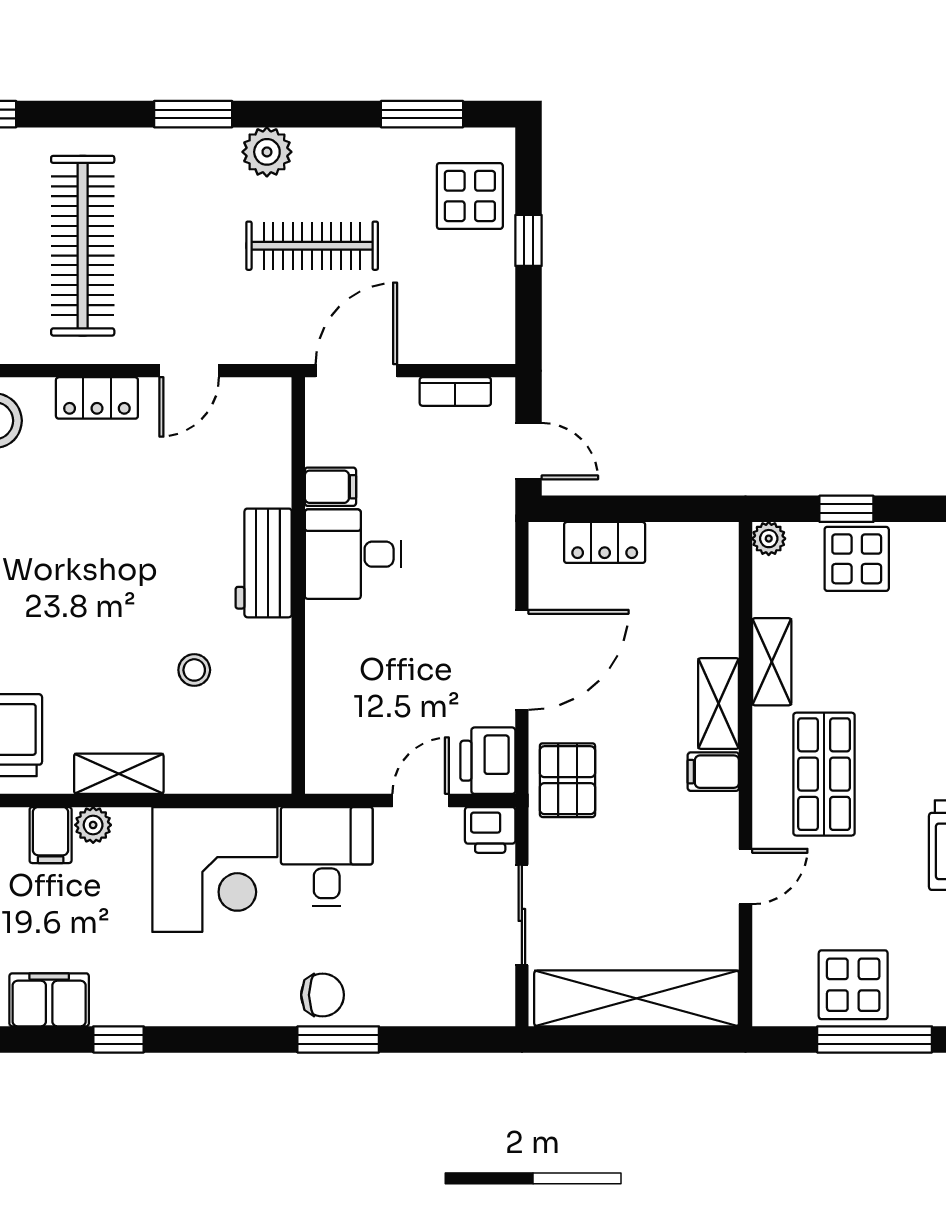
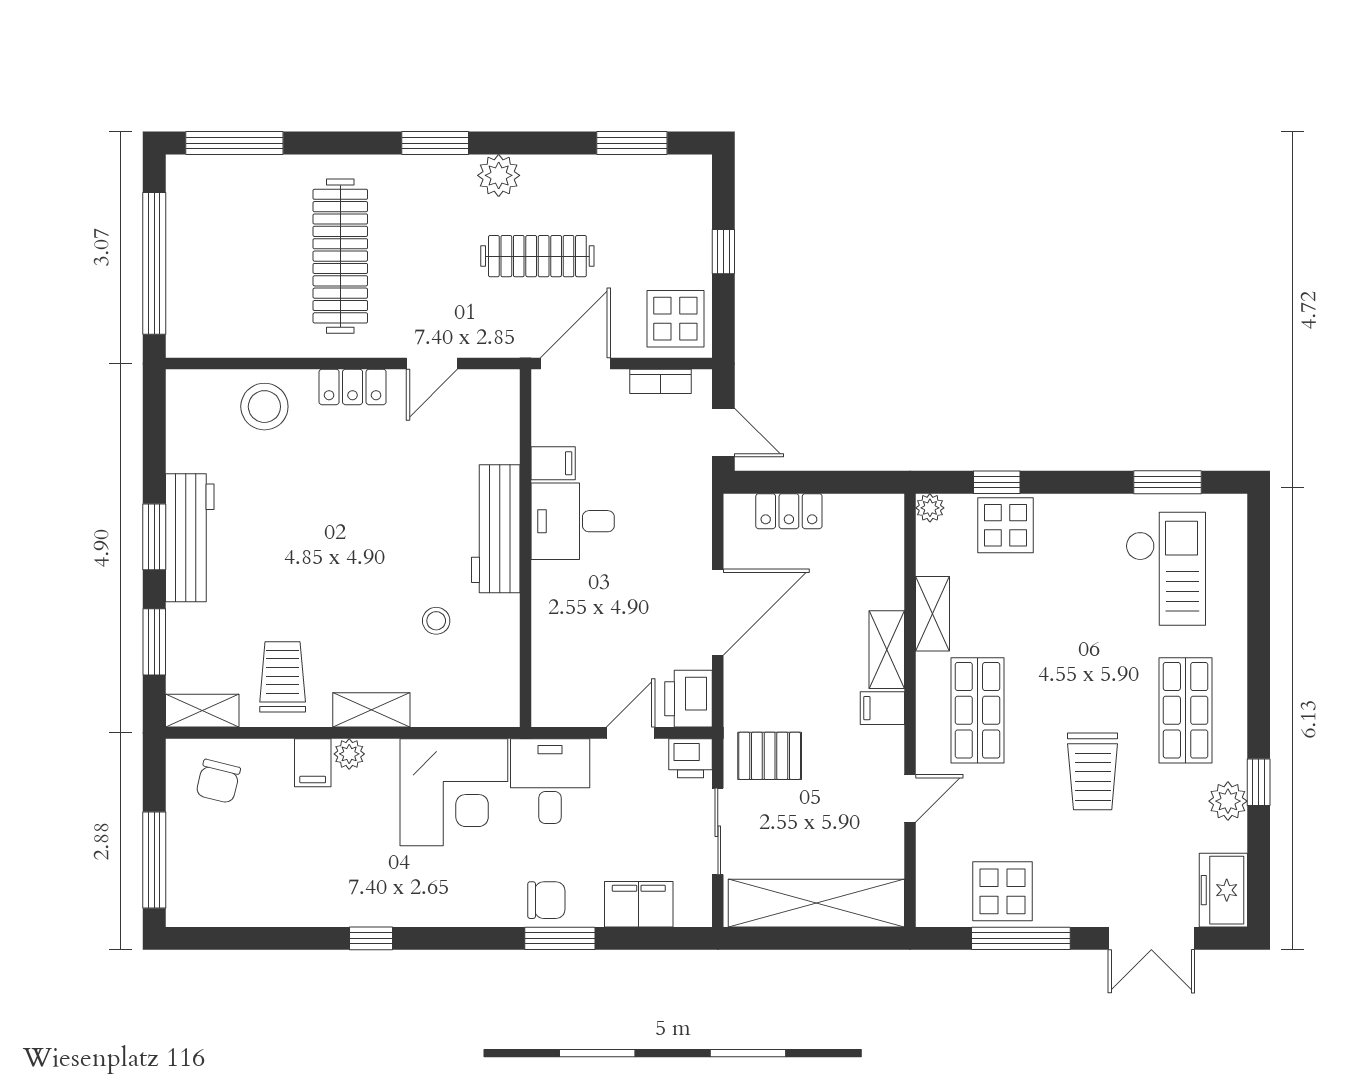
display table: (470, 196) -> (675, 319), moved
workbench: (264, 563) -> (496, 529), width x1.38
pallet: (567, 780) -> (770, 756), moved, turned 90
filing cabinet: (49, 1000) -> (639, 904), moved

